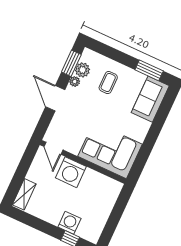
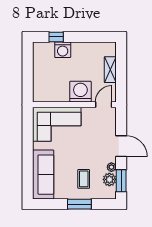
window: (149, 70) -> (79, 204), moved
sofa: (150, 99) -> (43, 175), width x1.36
door: (53, 148) -> (104, 105), hinge flipped
shelving: (24, 194) -> (110, 70), moved

